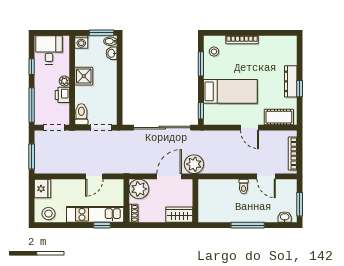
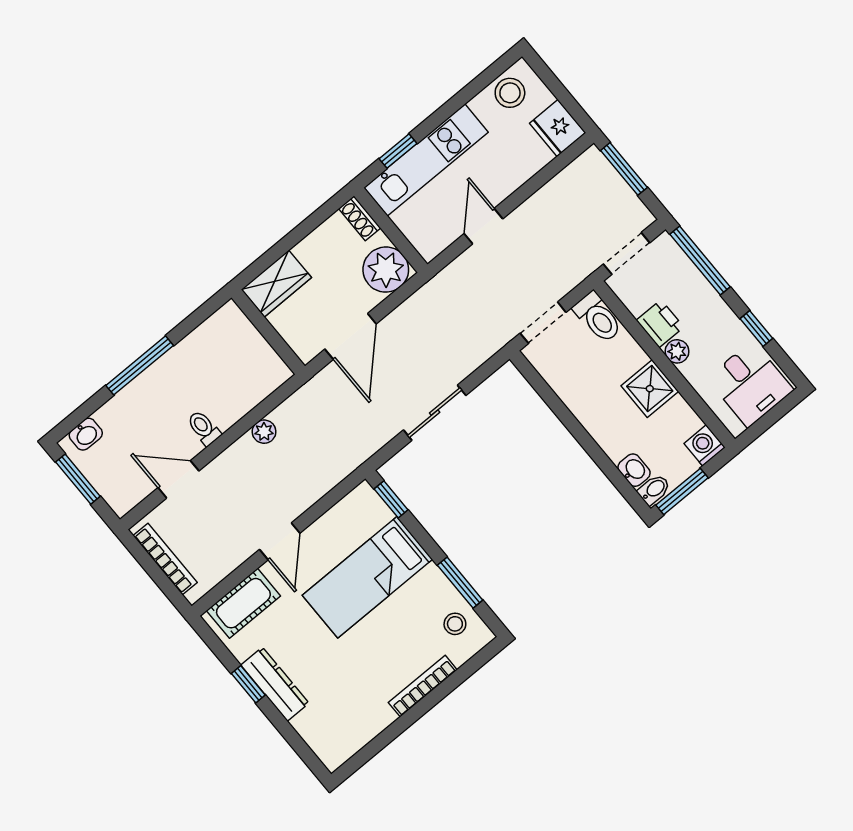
sliding door: (162, 128) -> (435, 413), width x0.54
door: (250, 128) -> (280, 541), swing flipped
plant: (194, 164) -> (264, 432), moved, width x0.53, depth x0.53

